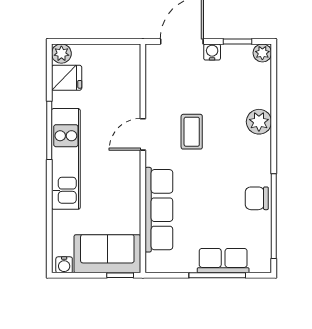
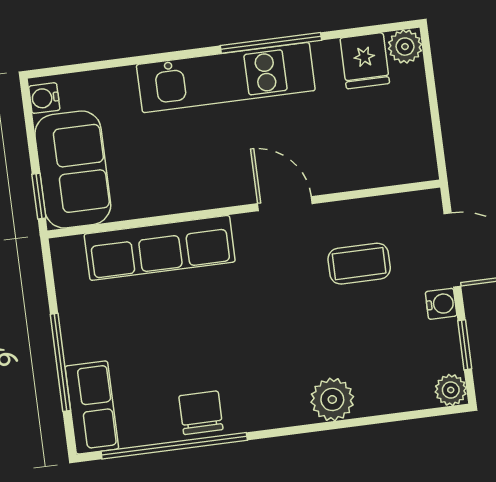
coffee table: (192, 132) -> (359, 264), moved
row of seats: (223, 261) -> (92, 407), moved

